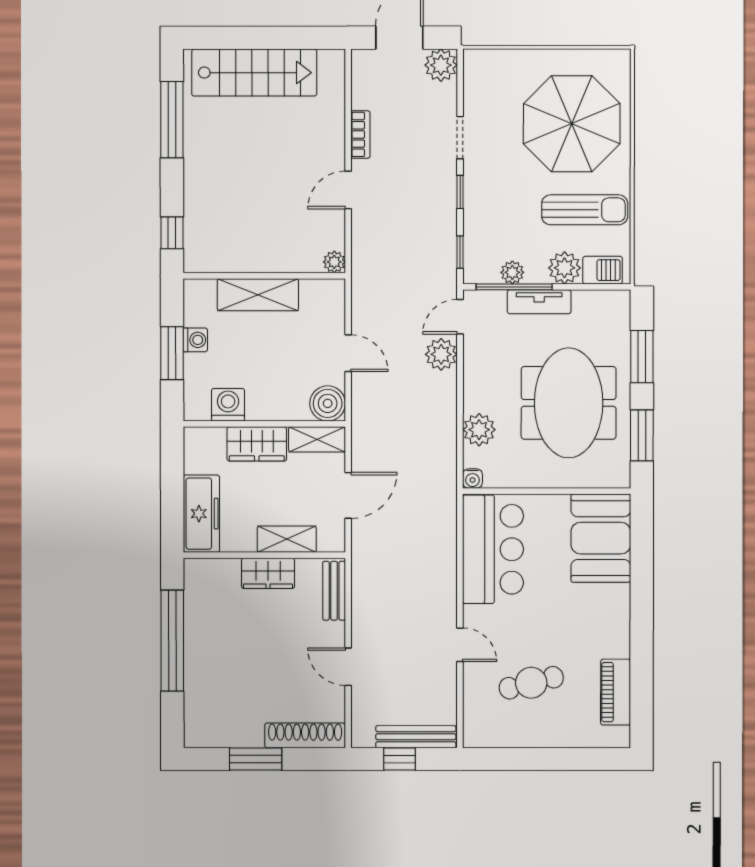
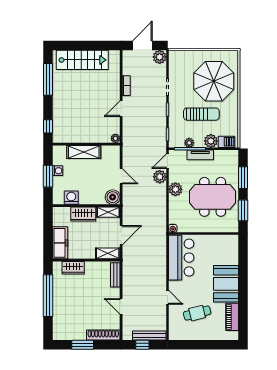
sun lounger: (585, 210) -> (201, 114), moved
meeting table: (569, 403) -> (213, 197), turned 90
plant: (479, 430) -> (175, 189), moved
booth: (601, 538) -> (226, 284), moved
shelving: (287, 539) -> (108, 253), moved
wardrobe: (268, 573) -> (73, 268), moved

